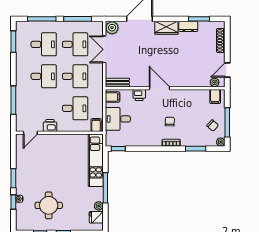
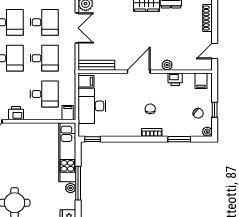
double door: (104, 49) -> (77, 28), swing flipped
plant: (215, 82) -> (167, 65), moved
bench: (117, 83) -> (96, 65), width x1.36
door: (159, 88) -> (139, 72), hinge flipped
printer: (139, 95) -> (175, 79), moved
desk: (118, 119) -> (92, 106), width x1.37
window: (227, 122) -> (215, 110), width x0.46
plant: (99, 206) -> (70, 188), moved

